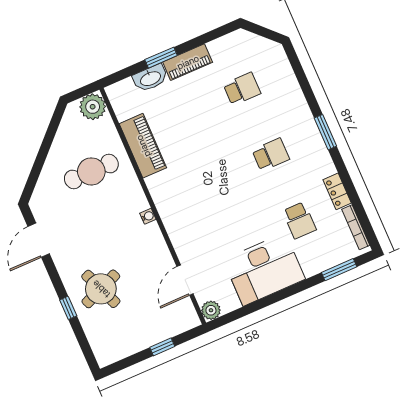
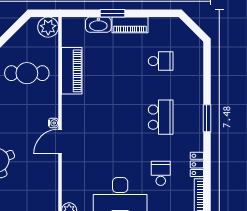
school desk: (271, 155) -> (161, 117), width x1.85
school desk: (299, 220) -> (161, 173), turned 180
door: (185, 280) -> (60, 142), moved

